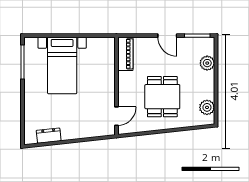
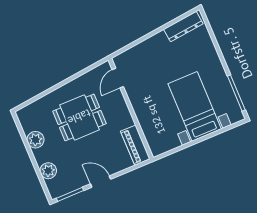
dining table: (162, 97) -> (79, 117), turned 90
plant: (207, 107) -> (35, 140), moved
dresser: (49, 136) -> (183, 27), width x1.44

